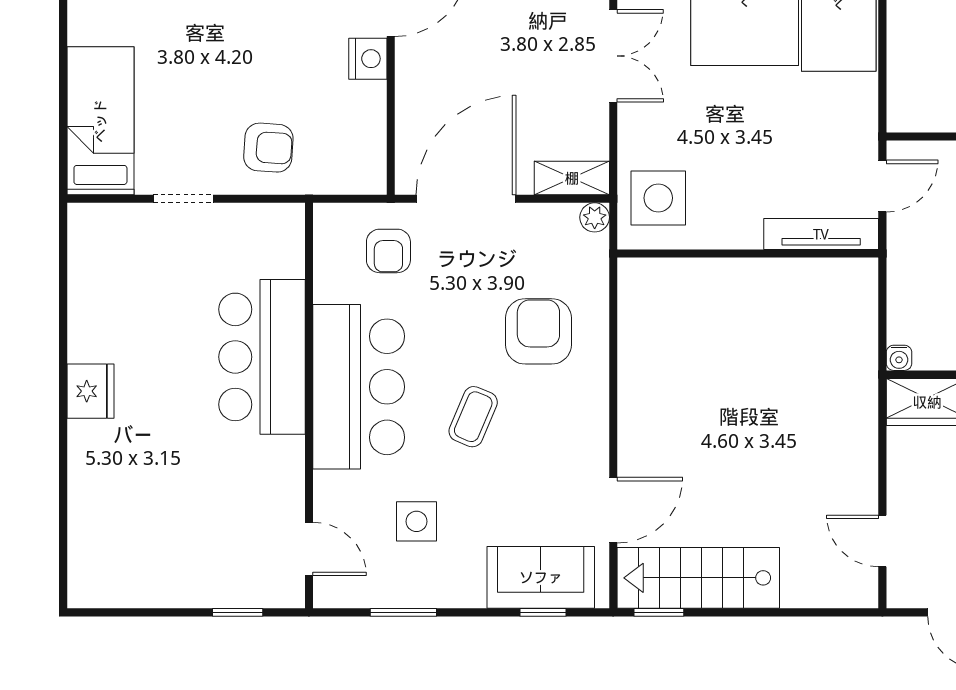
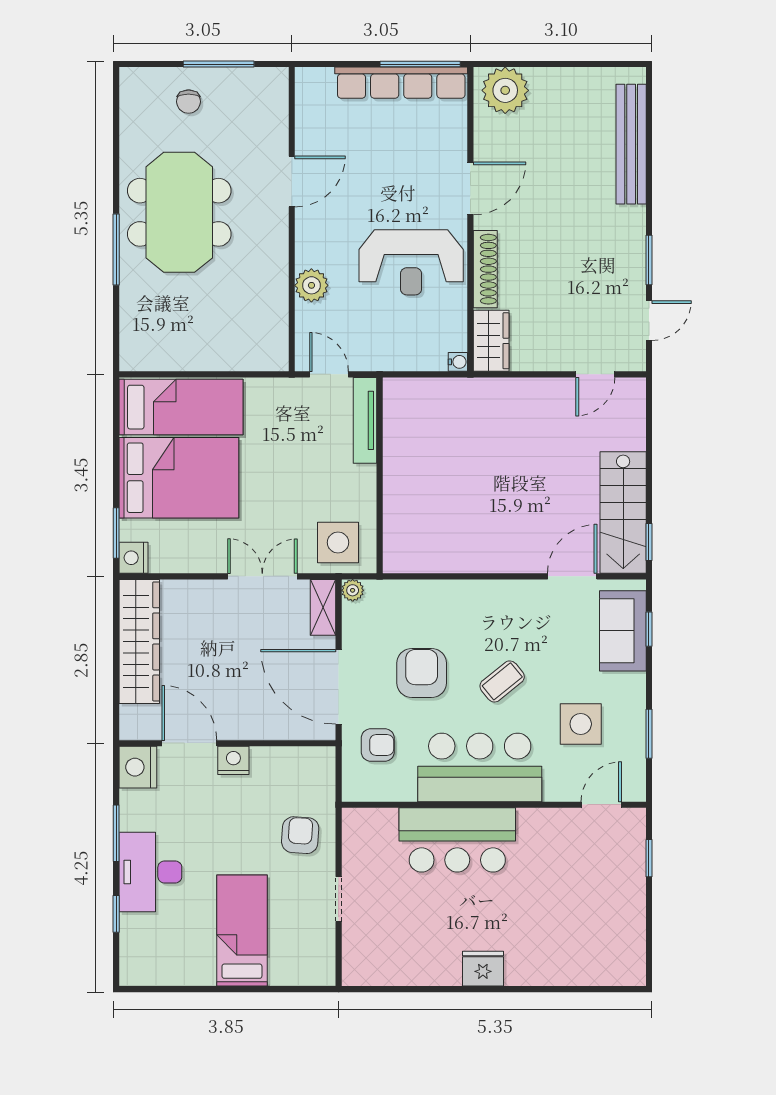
double door: (613, 56) -> (262, 576), moved
bed: (100, 121) -> (242, 931), moved, turned 90
armchair: (538, 331) -> (422, 673), moved, turned 90
coffee table: (473, 417) -> (502, 681), turned -62
door: (613, 510) -> (572, 576), hinge flipped
side table: (416, 521) -> (581, 724), width x1.37, depth x1.37

